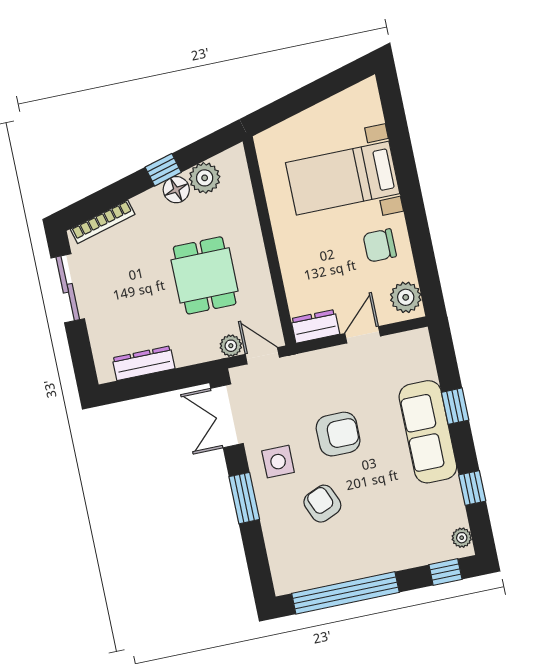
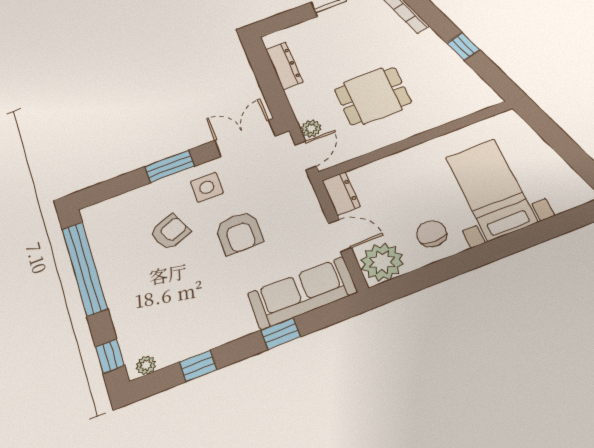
plant: (205, 178) -> (463, 79), removed
floor lamp: (176, 190) -> (447, 59), removed
plant: (406, 297) -> (382, 262), width x1.36, depth x1.36
sofa: (428, 432) -> (302, 293), moved

